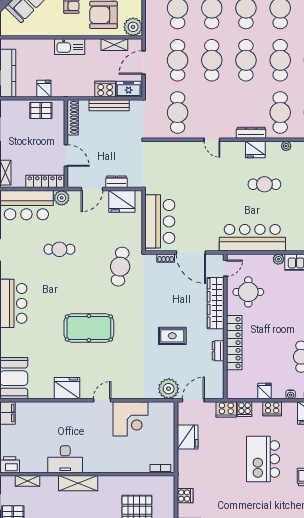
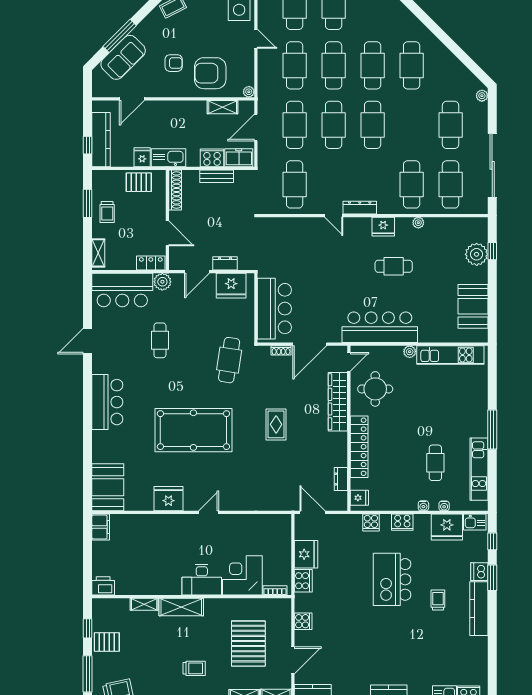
plant: (133, 27) -> (249, 92), width x0.53, depth x0.53
door: (35, 37) -> (132, 99), added
kitchen sink: (70, 47) -> (169, 158), moved, turned 180
cafe table: (280, 60) -> (412, 125), removed
bench: (109, 105) -> (217, 176), width x0.73
dresser: (251, 133) -> (360, 208), moved
trolley: (13, 137) -> (107, 212), added
locker: (45, 181) -> (151, 263), width x0.66
cafe table: (59, 249) -> (160, 340), turned 90
door: (191, 252) -> (310, 344), hinge flipped
pool table: (89, 328) -> (193, 430), width x1.36, depth x1.32
rug: (172, 336) -> (276, 424), moved, turned 90
dresser: (218, 351) -> (341, 479), moved
plant: (169, 389) -> (284, 499), removed
fridge: (265, 391) -> (359, 498), moved, turned 90
door: (193, 400) -> (312, 512), hinge flipped
cooker: (226, 409) -> (303, 581), moved, turned -90
corner desk: (130, 419) -> (242, 575), moved, turned 180
desk: (65, 459) -> (202, 580), moved
shelving: (28, 481) -> (144, 604), moved

